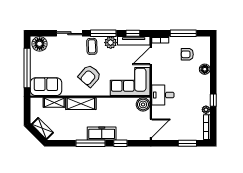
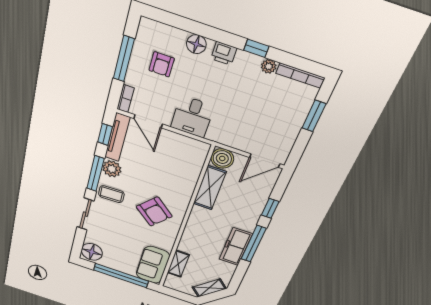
corner sofa: (130, 82) -> (180, 164), removed
printer: (205, 85) -> (224, 53), added
desk: (163, 95) -> (192, 117), moved
shelving: (81, 104) -> (210, 188), moved
door: (151, 128) -> (265, 161), swing flipped
freezer: (102, 133) -> (236, 247), moved

